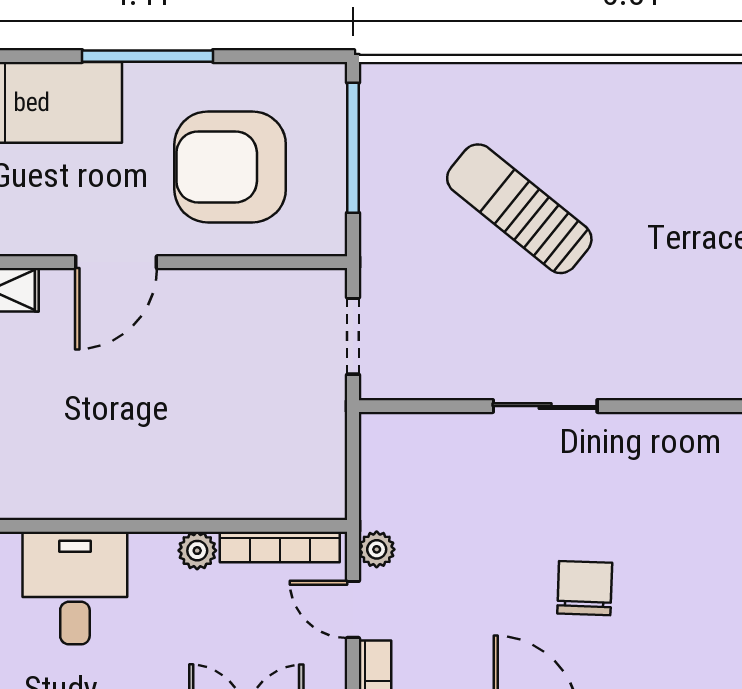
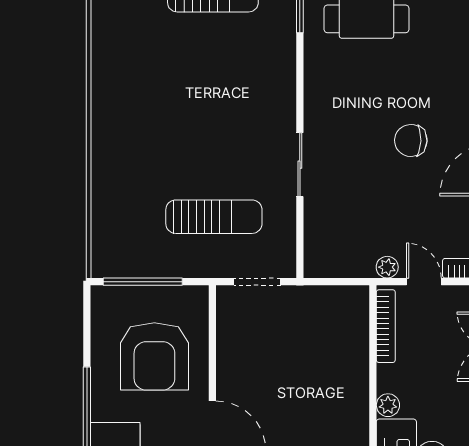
sun lounger: (519, 209) -> (214, 217), moved, turned -129
plant: (197, 551) -> (388, 405), moved
door: (353, 609) -> (424, 282), swing flipped

